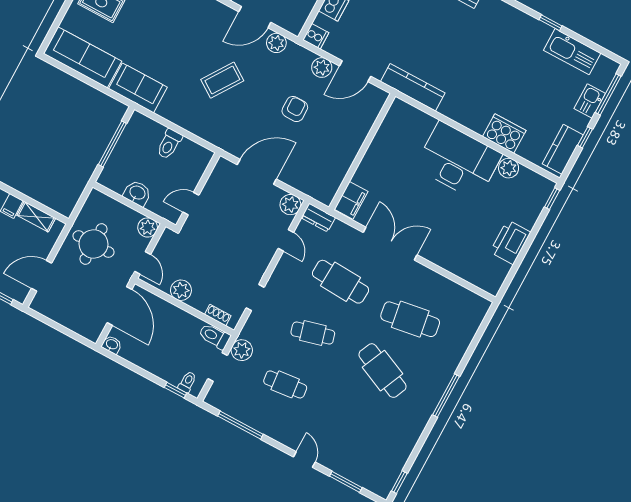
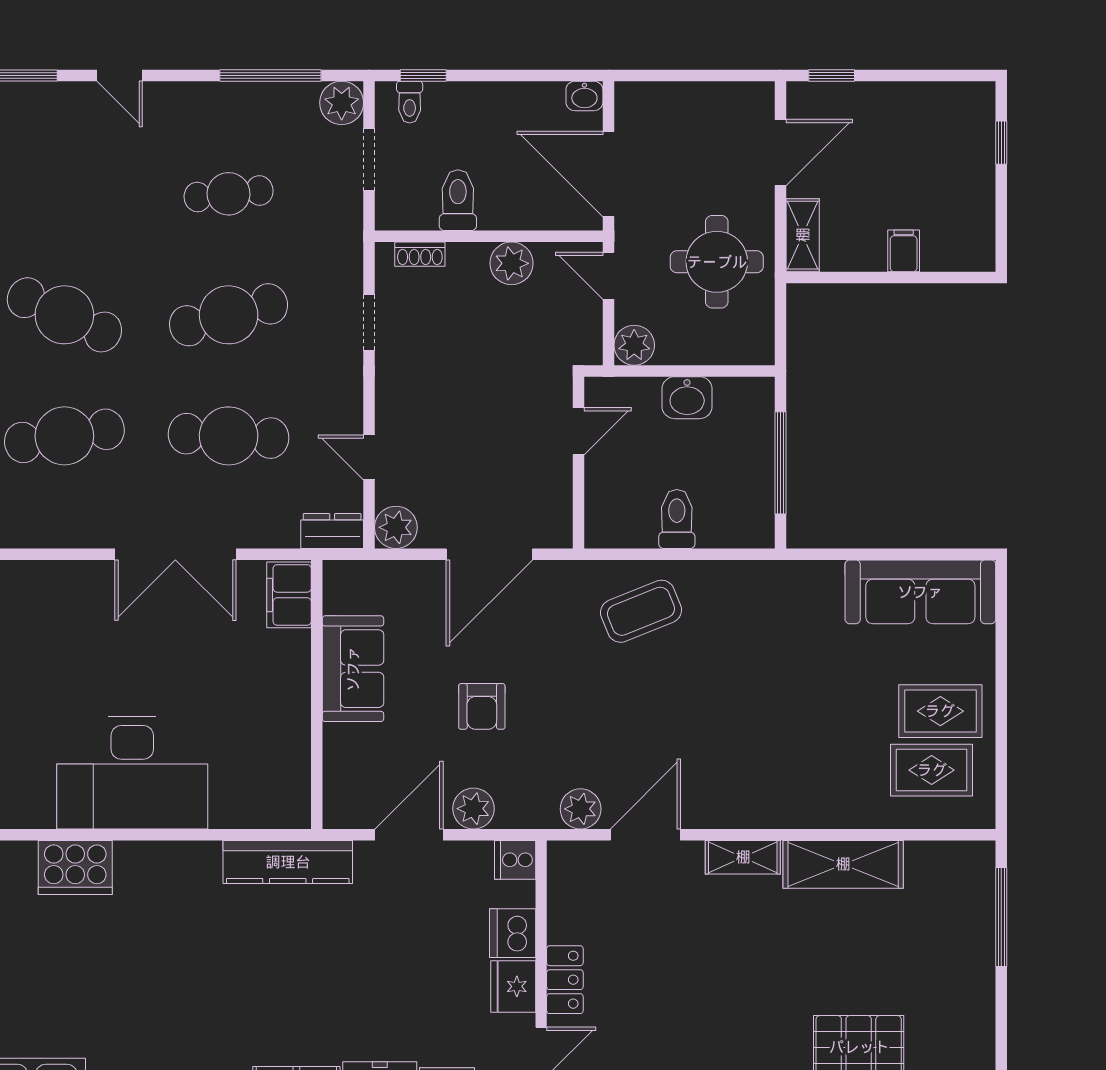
coffee table: (222, 80) -> (641, 611), moved, turned 34
sofa: (138, 88) -> (353, 669), moved, turned -90
plant: (509, 168) -> (33, 809), removed
shelving: (36, 217) -> (803, 235), moved, turned 90
cafe table: (313, 333) -> (229, 315), width x1.37, depth x1.35
toilet: (214, 336) -> (458, 200), moved, turned -90
plant: (242, 350) -> (342, 103), moved

